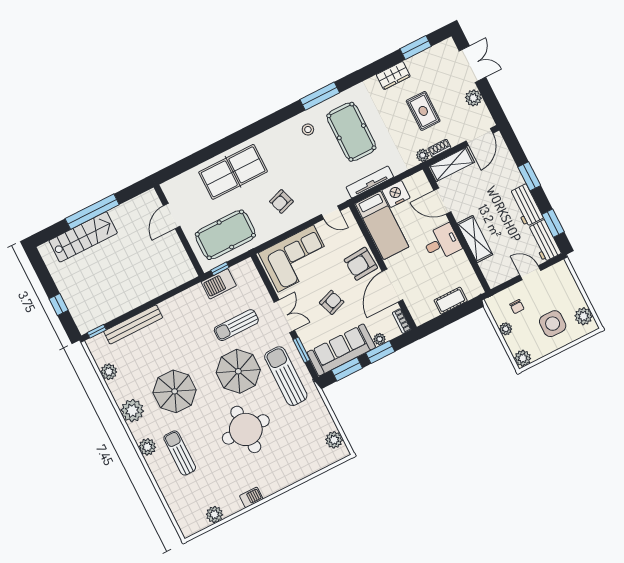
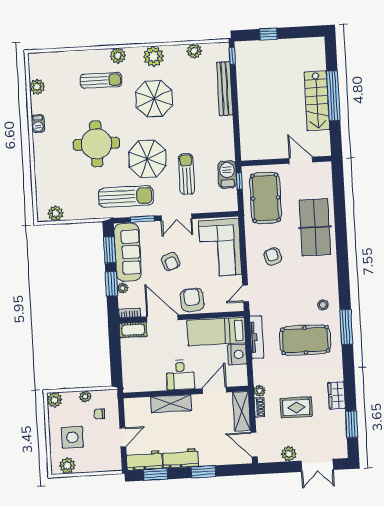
stairs: (83, 237) -> (317, 101), moved
cot: (451, 301) -> (133, 330), moved, turned 90

